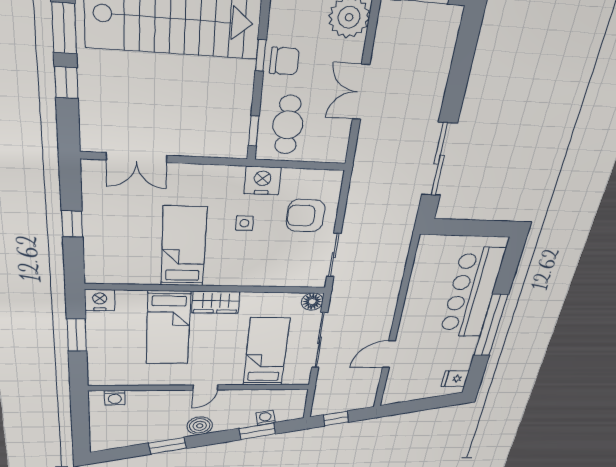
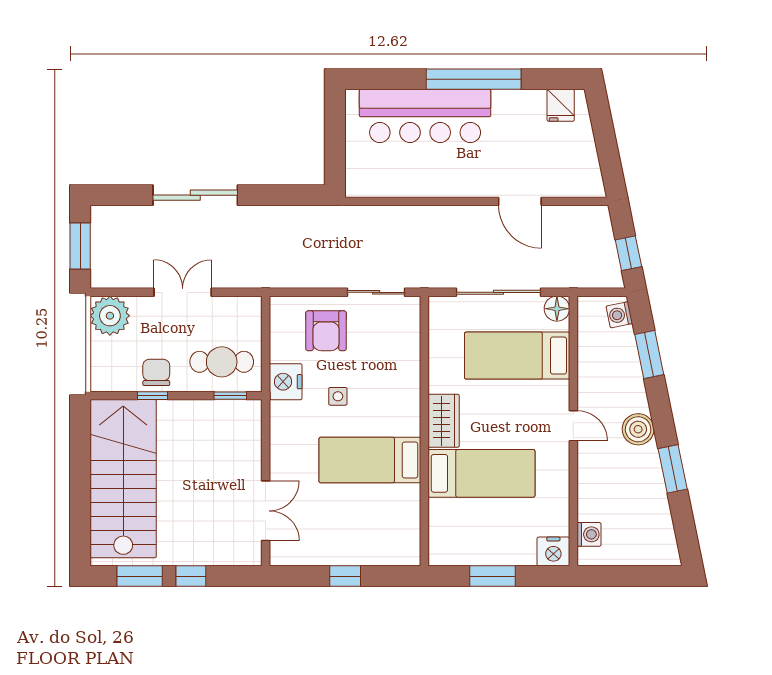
double door: (361, 92) -> (183, 292), swing flipped
sliding door: (439, 160) -> (195, 195), moved
nightstand: (100, 300) -> (553, 551), moved, turned -90
floor lamp: (312, 302) -> (557, 309), moved
washing machine: (265, 418) -> (619, 315), moved

